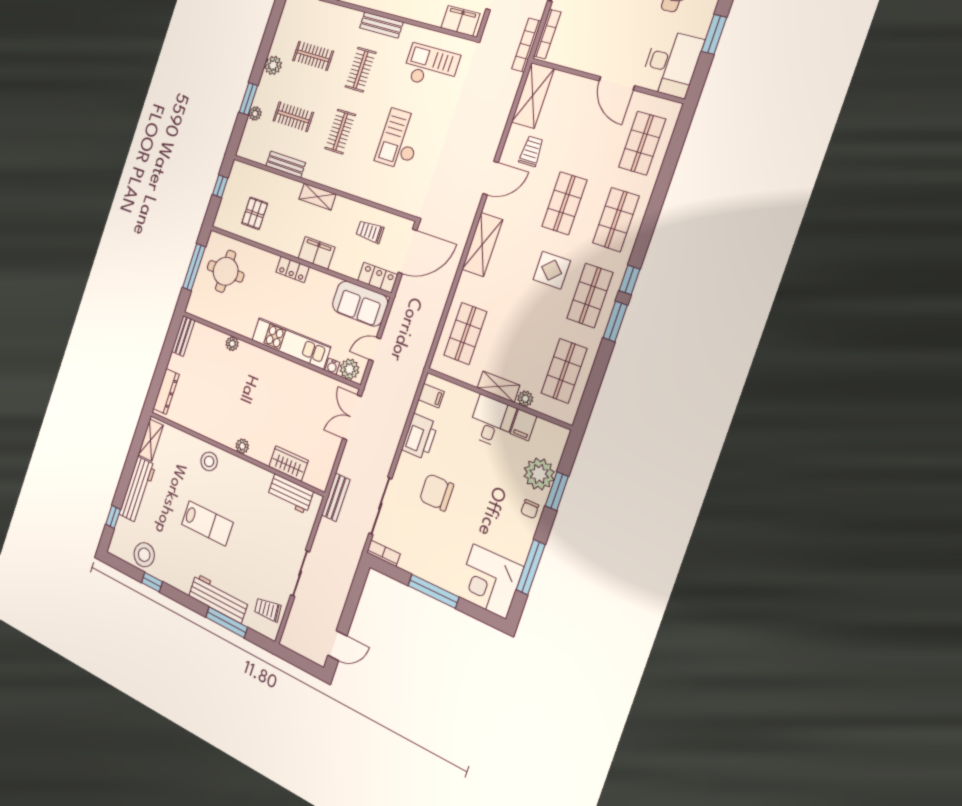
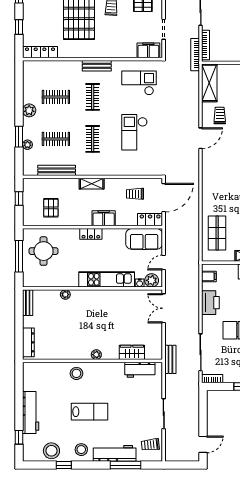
bench: (286, 164) -> (57, 170), width x1.36
shelving: (482, 245) -> (209, 178), removed
shelving: (151, 440) -> (29, 377), removed
stool: (180, 572) -> (81, 450), added

